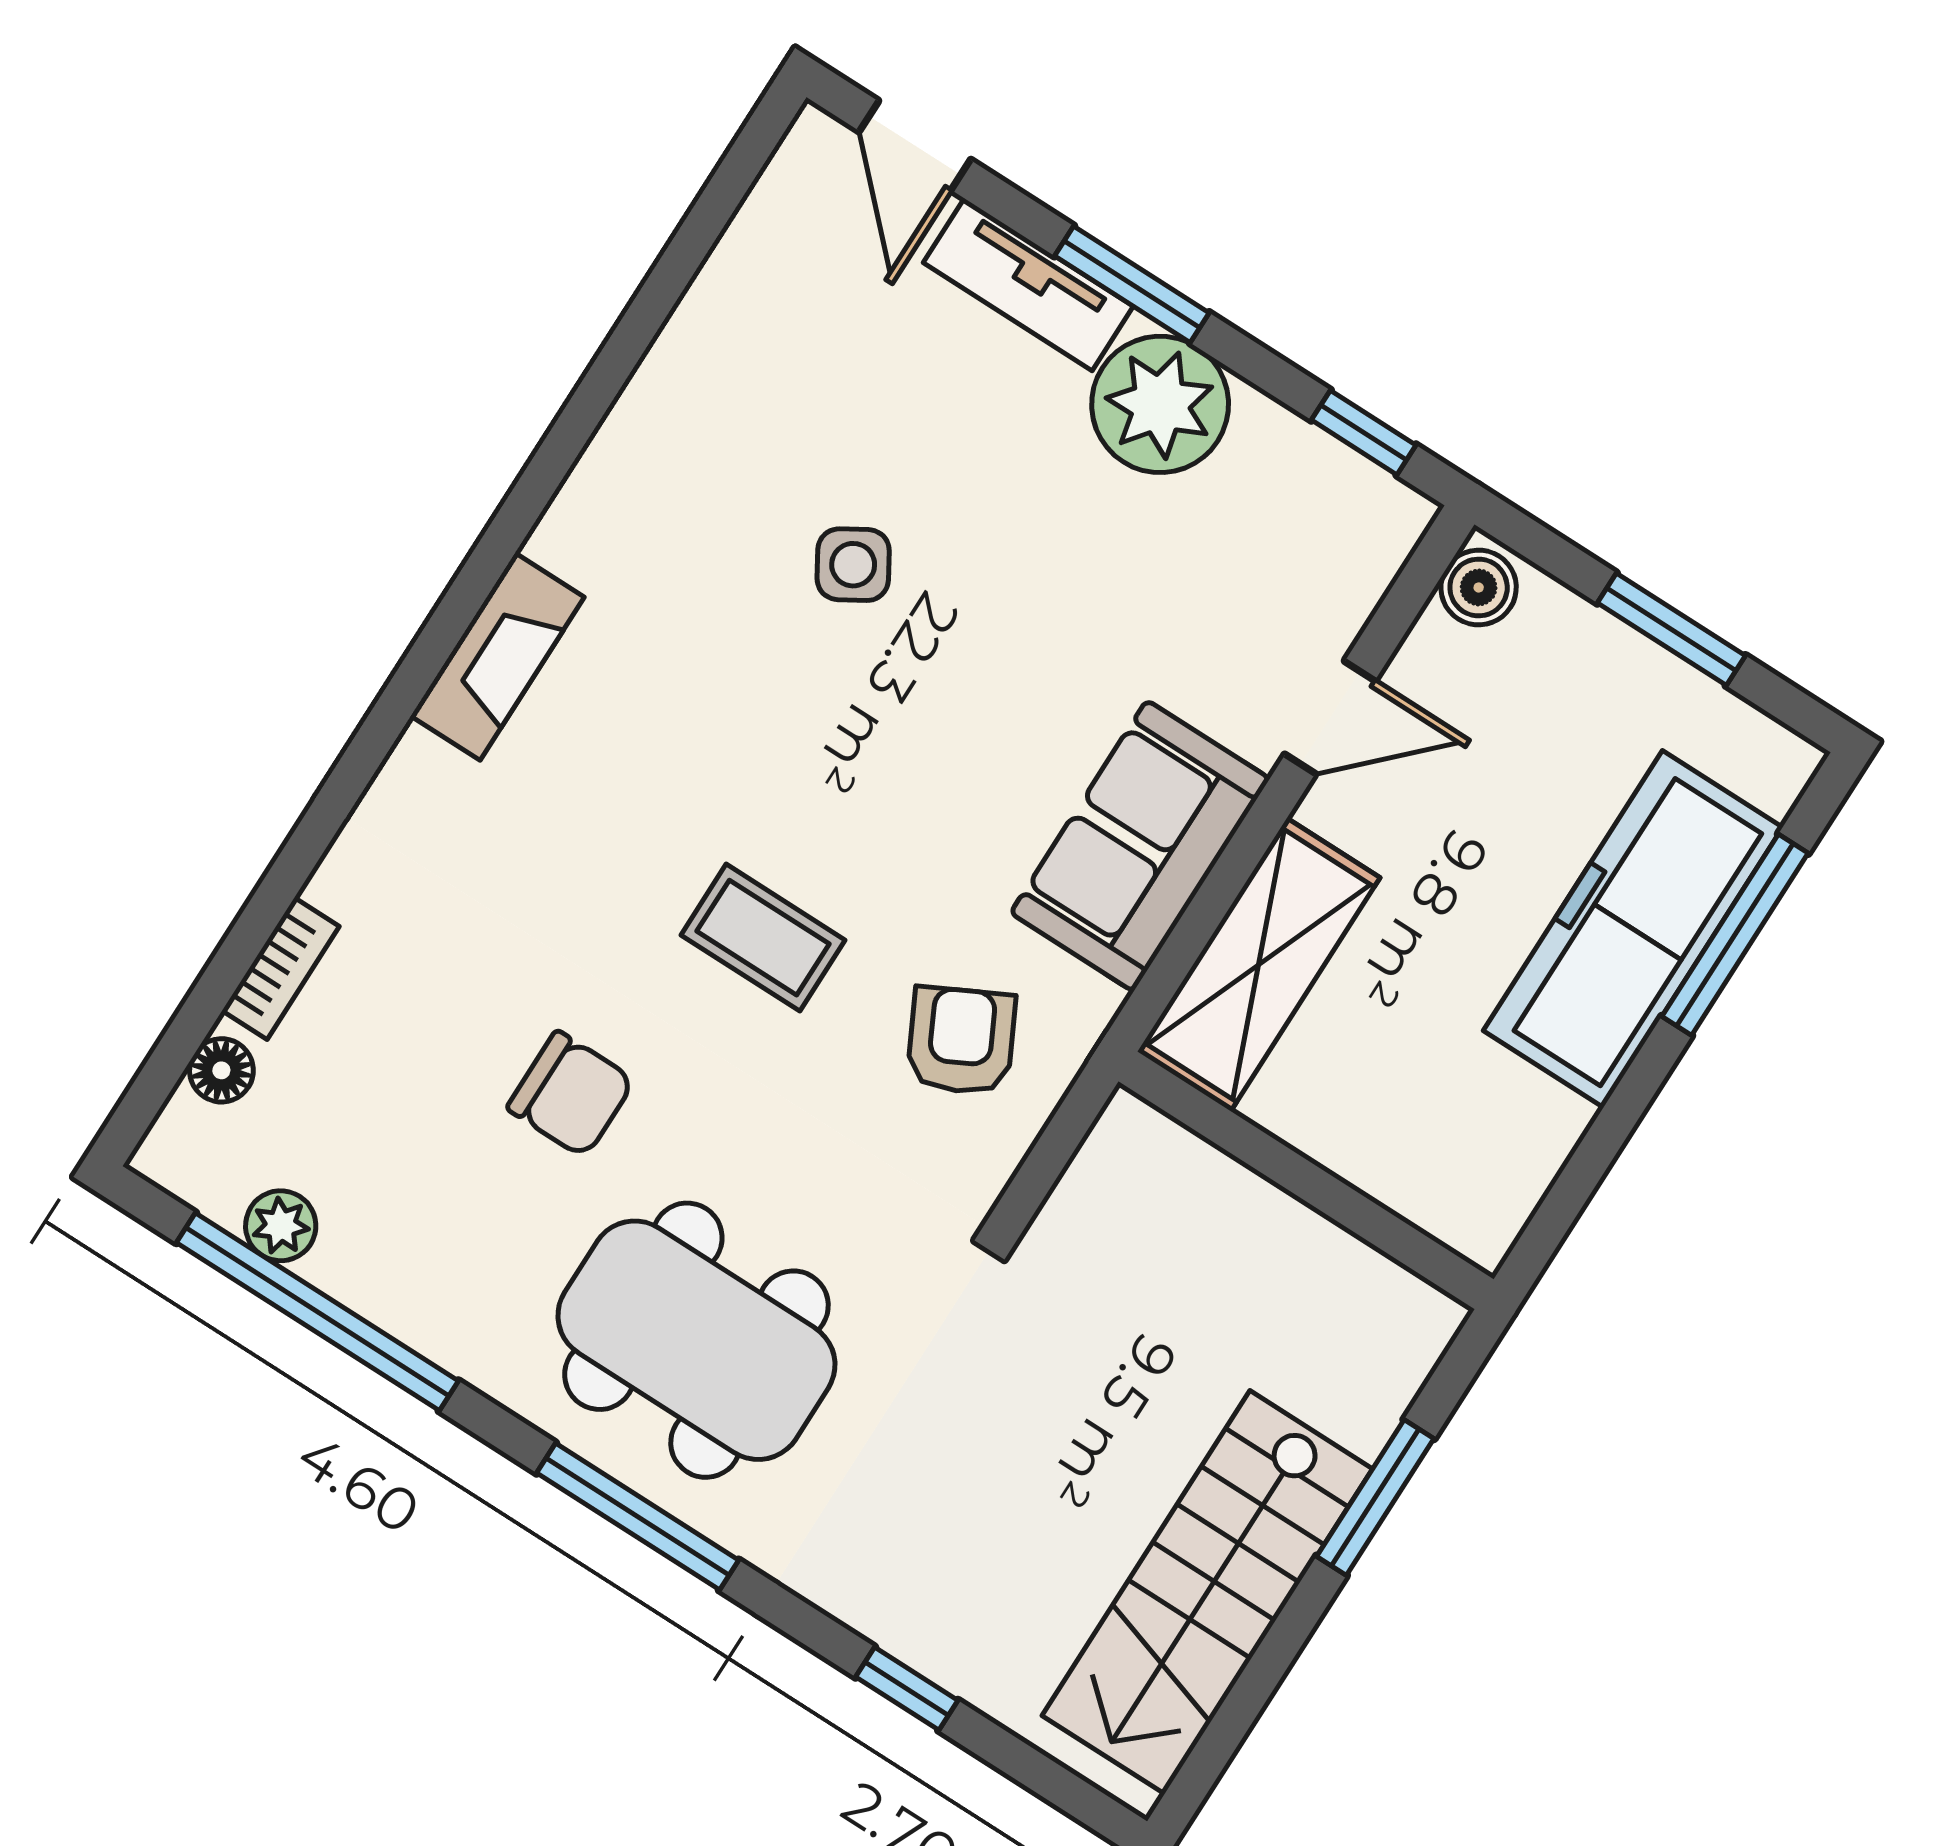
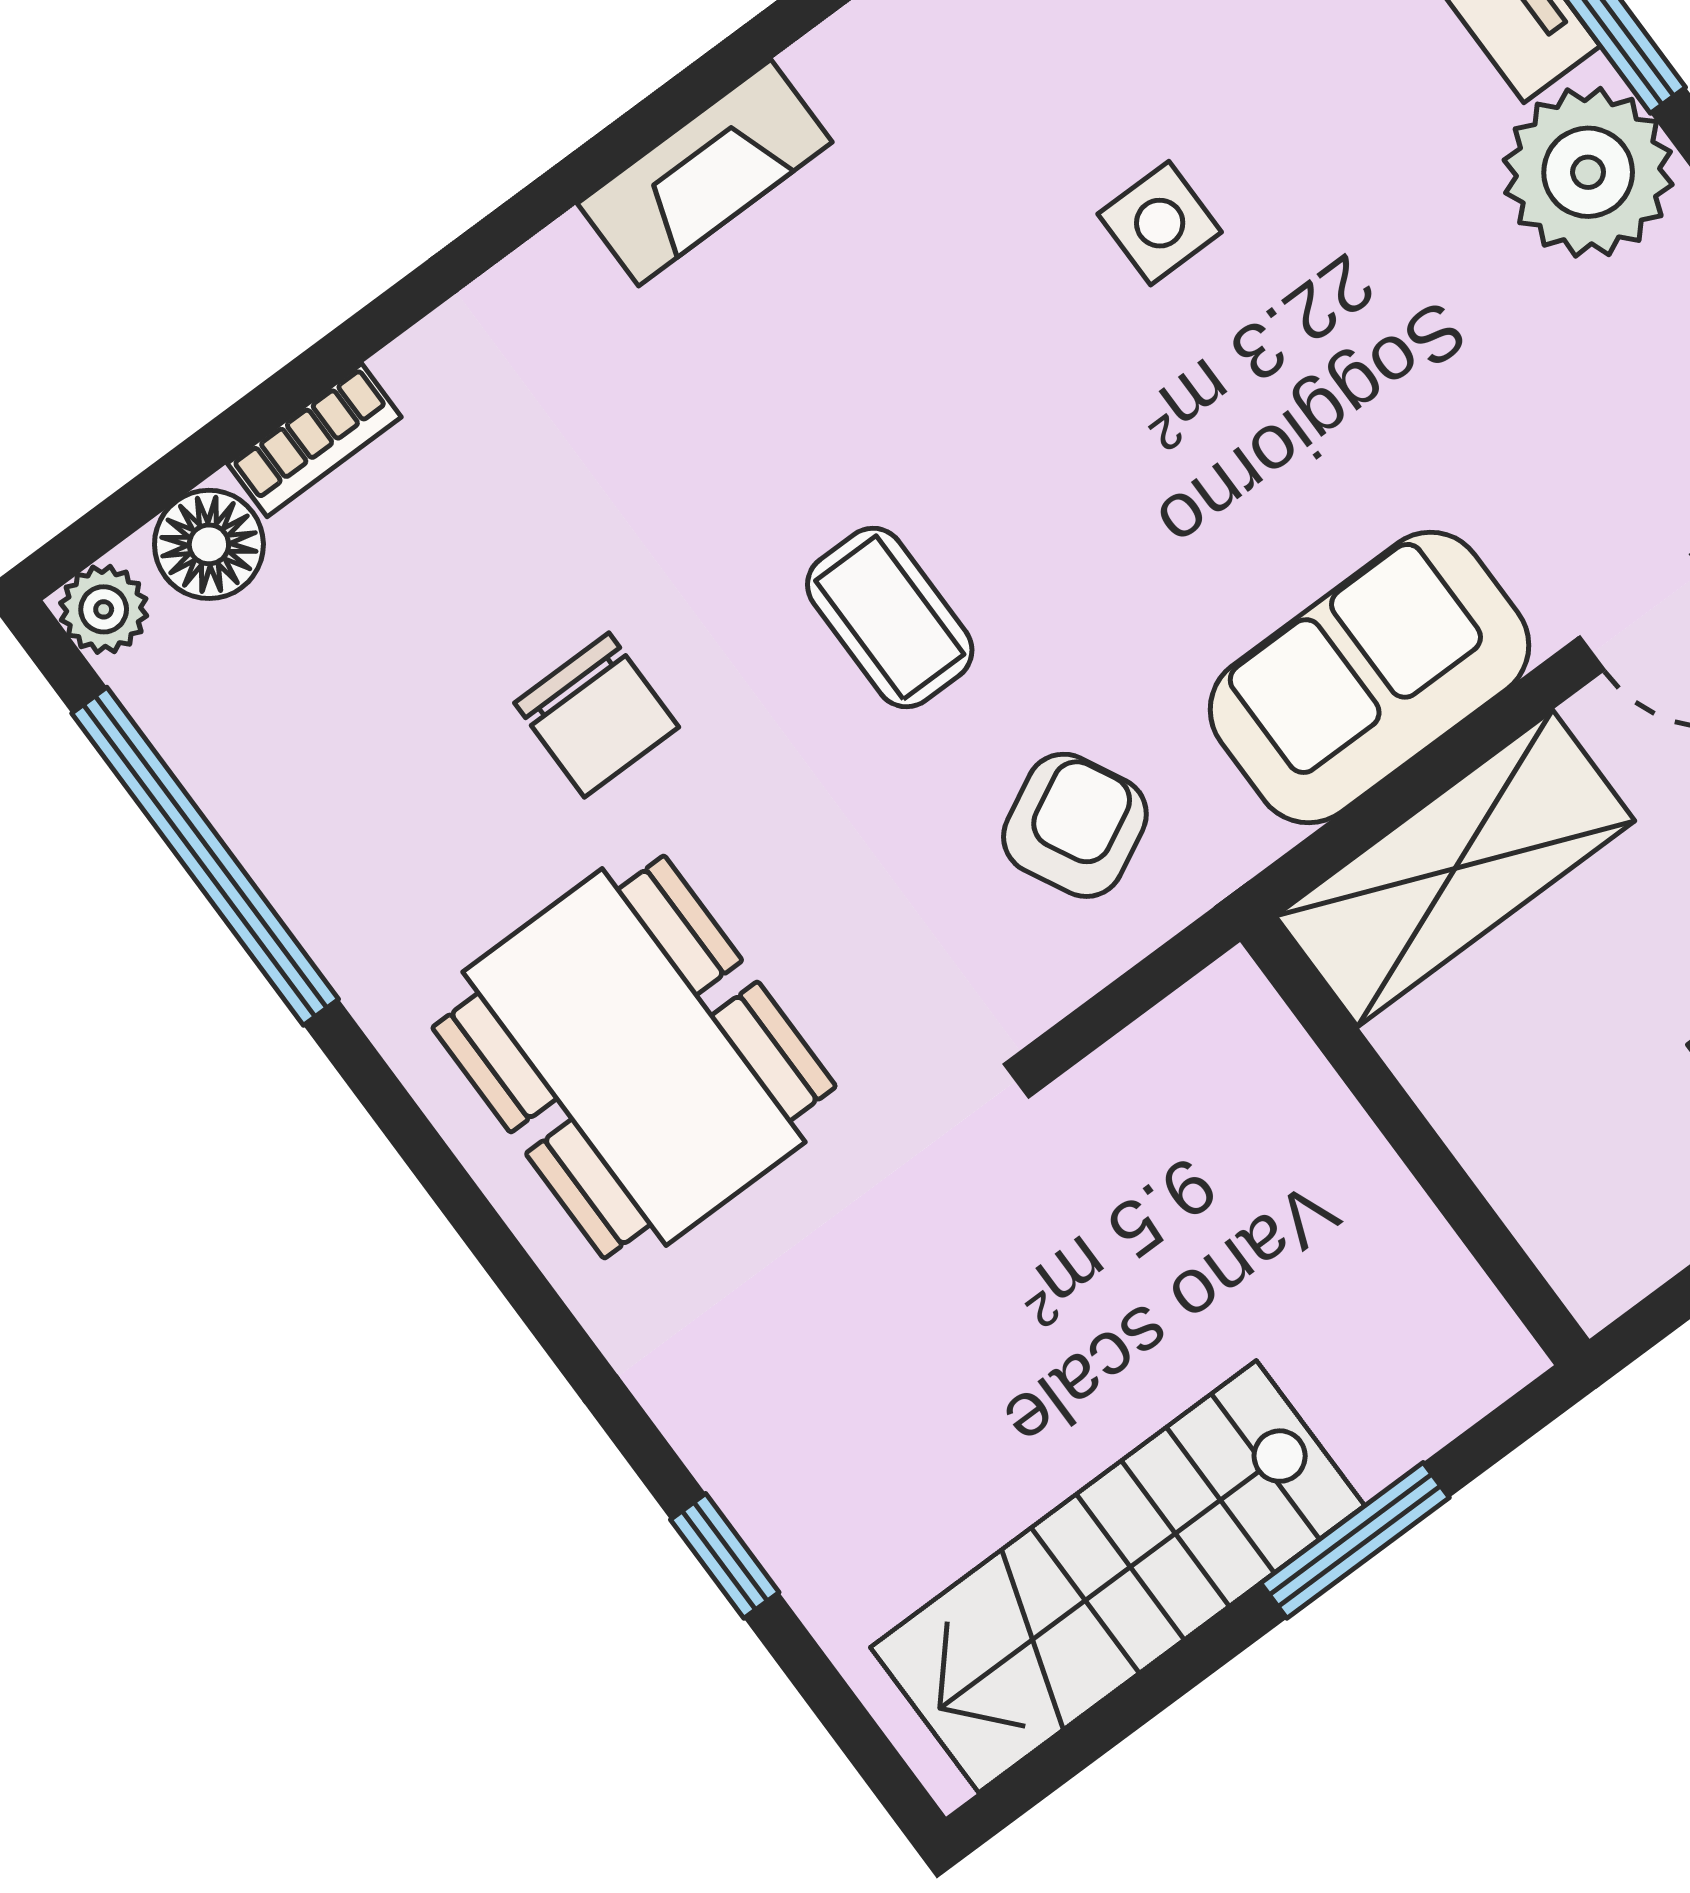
side table: (853, 565) -> (1160, 223), turned 31
floor lamp: (221, 1070) -> (209, 544), width x1.37, depth x1.37
plant: (281, 1226) -> (104, 609), moved
window: (638, 1517) -> (487, 1236), removed

